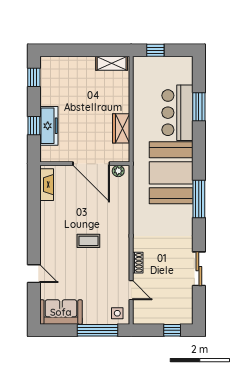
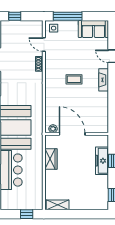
fireplace: (47, 185) -> (104, 80), moved

